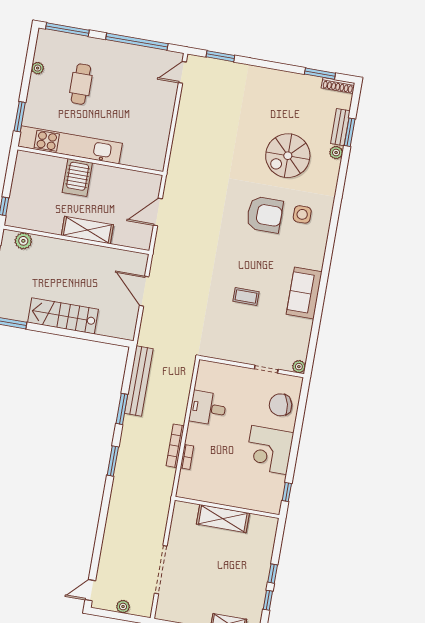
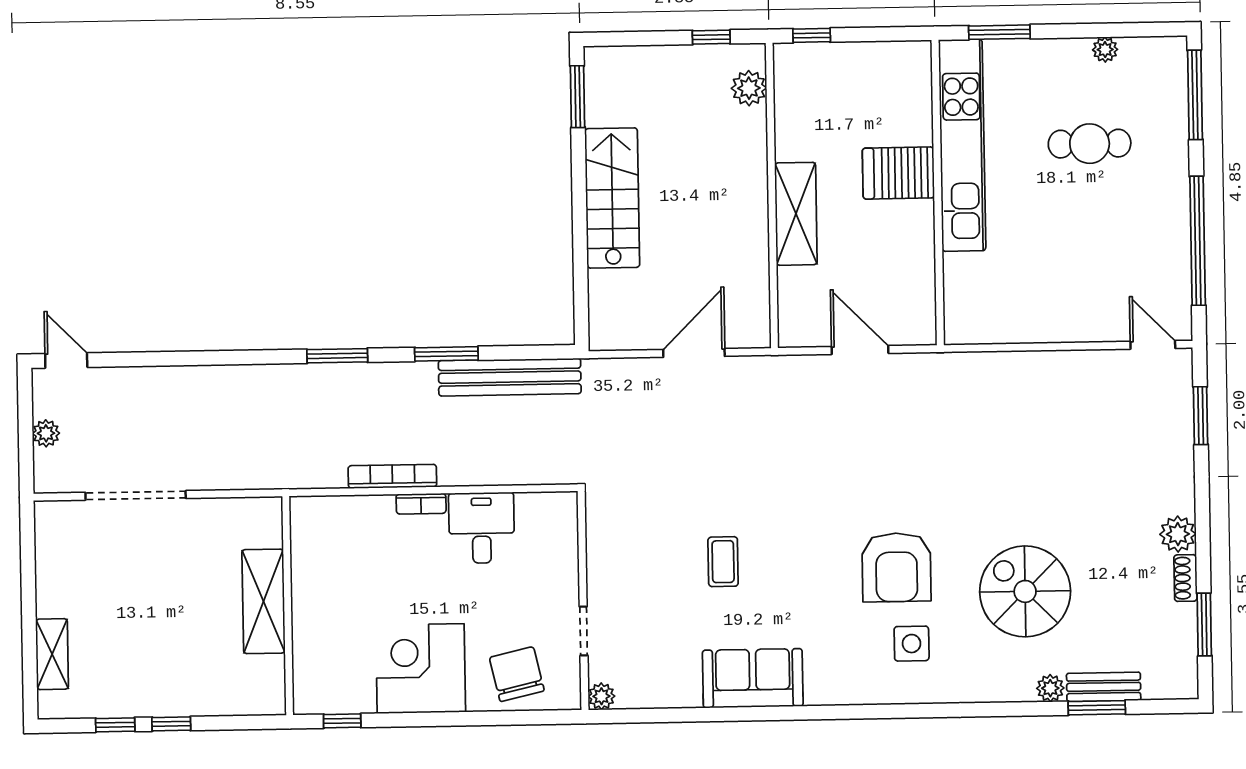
plant: (275, 78) -> (1178, 534), added
shoe rack: (338, 86) -> (1185, 578), moved, width x0.70
bookcase: (187, 457) -> (421, 504), moved

